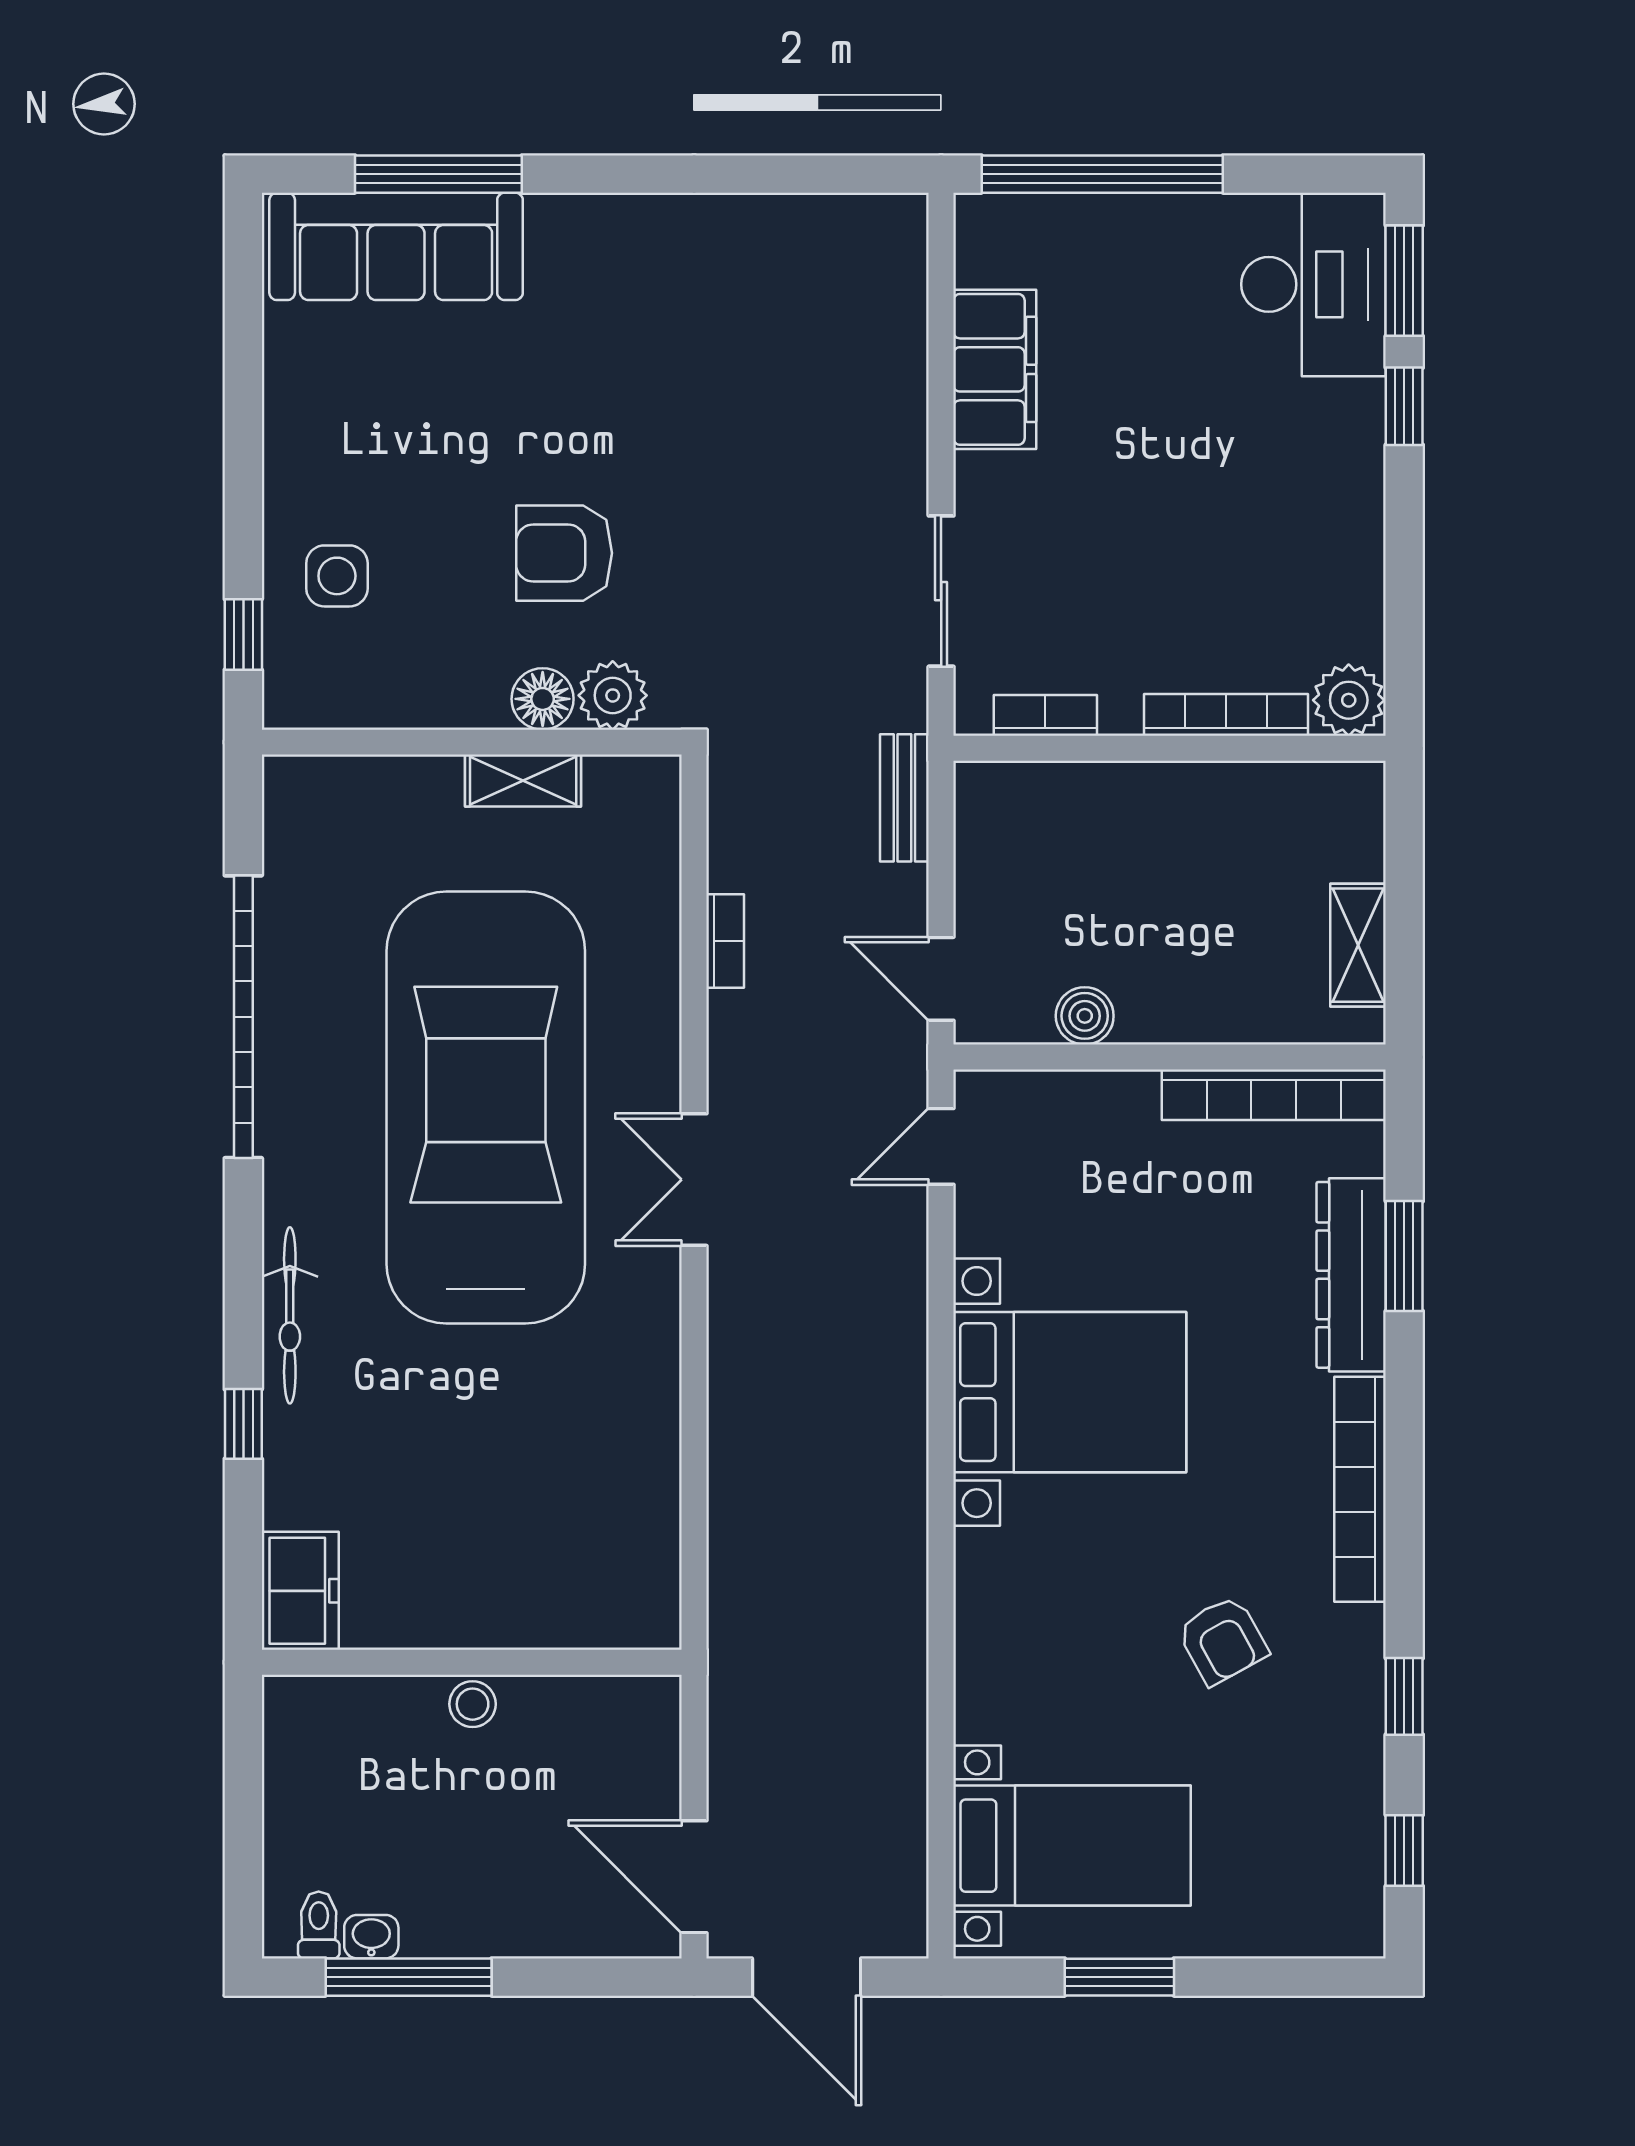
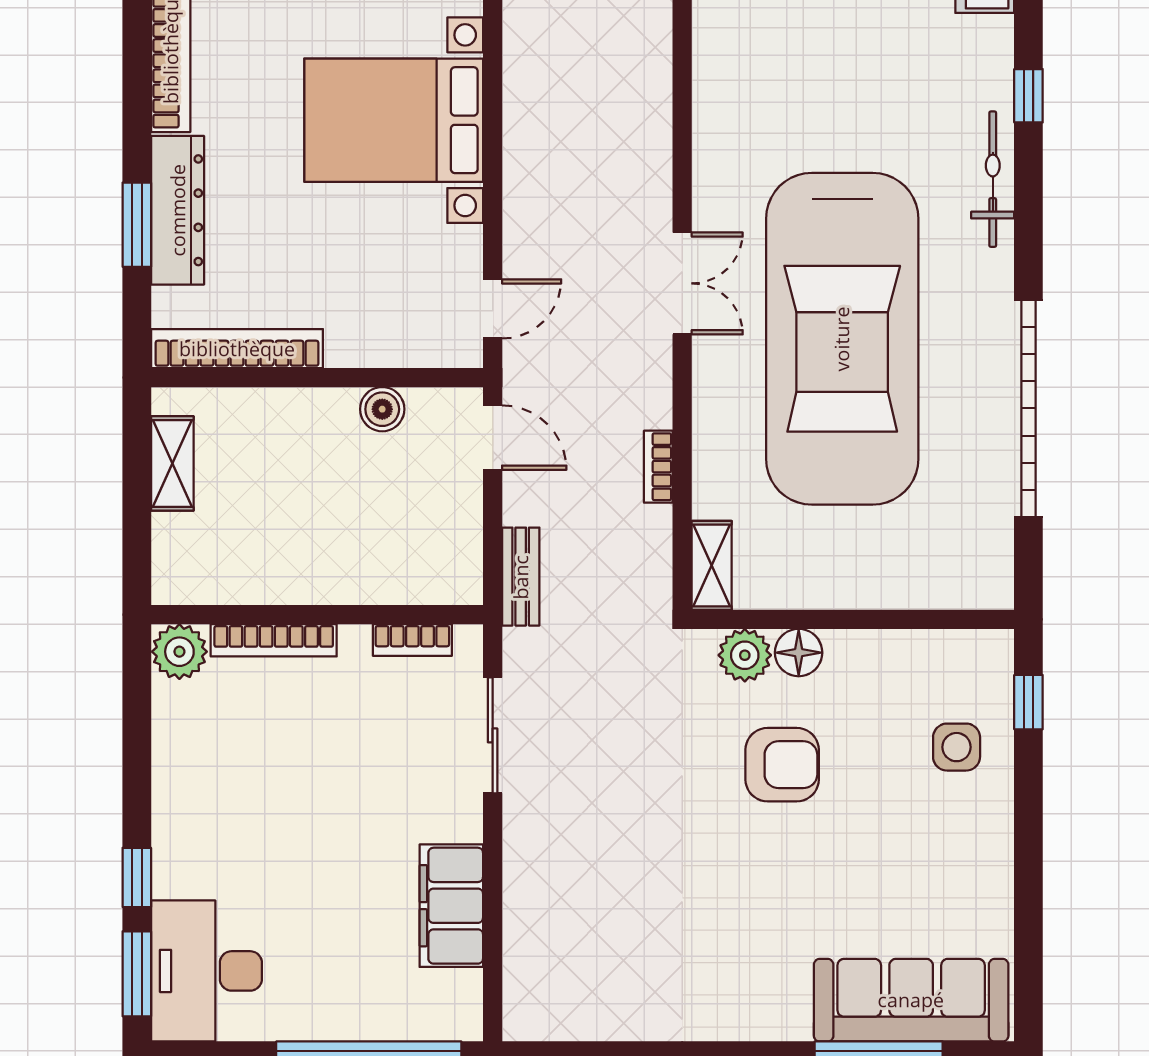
shelving: (523, 781) -> (712, 565), moved, turned 90

